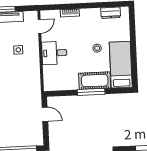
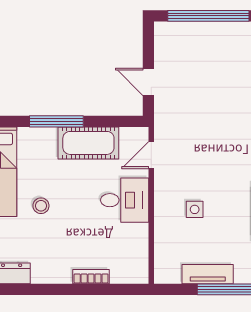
door: (39, 26) -> (151, 155), moved
cot: (95, 81) -> (88, 143), moved

